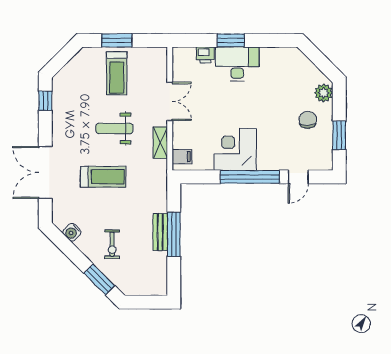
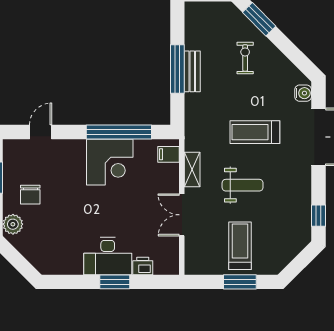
window: (250, 177) -> (119, 132), moved
water cooler: (72, 232) -> (303, 93), moved, turned 45

